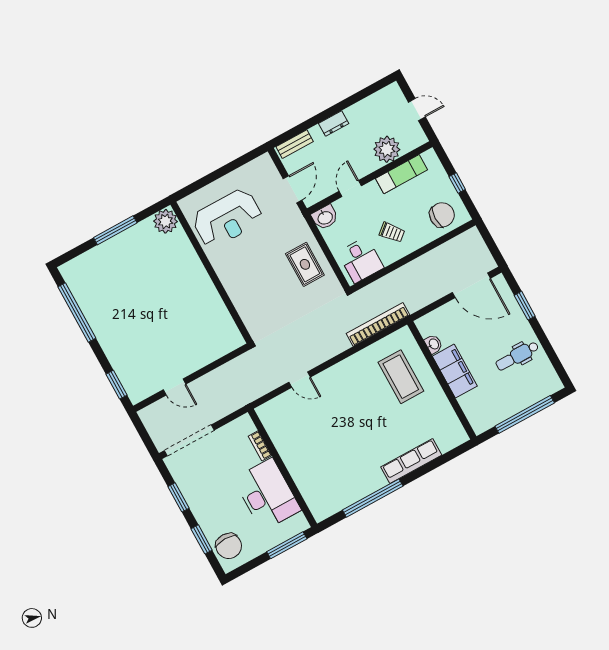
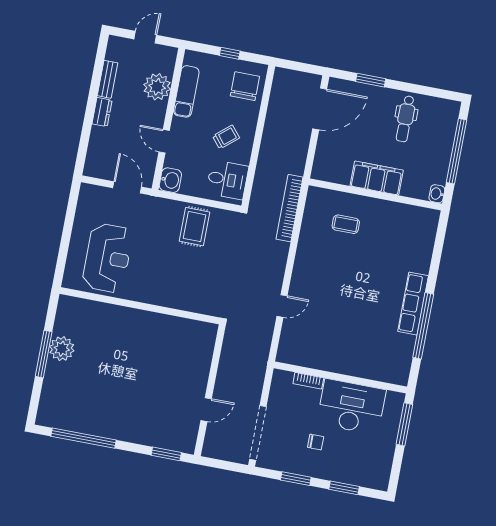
bench: (295, 144) -> (108, 79), moved
plant: (166, 221) -> (62, 349), moved
rug: (305, 264) -> (194, 227), turned 90
washbasin: (434, 344) -> (437, 194), moved, turned -90
coffee table: (401, 377) -> (346, 224), width x0.54, depth x0.58
row of seats: (411, 461) -> (413, 304), moved
chair: (229, 546) -> (316, 442), moved, width x0.54, depth x0.54

